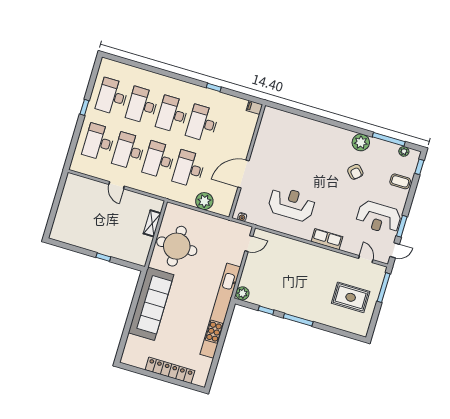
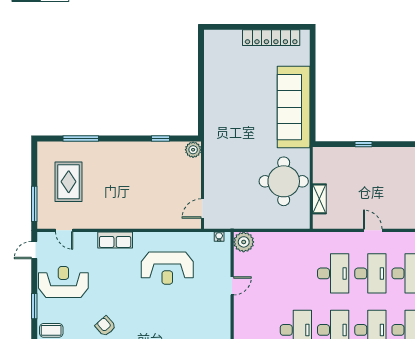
desk: (189, 169) -> (296, 273), removed
door: (243, 174) -> (232, 286), width x0.53
plant: (204, 201) -> (244, 242), moved
window: (402, 226) -> (34, 306), moved
rug: (351, 297) -> (69, 182), turned 90
kitchen unit: (220, 311) -> (212, 123), removed
window: (298, 320) -> (81, 138), moved
locker: (170, 370) -> (271, 38), moved

